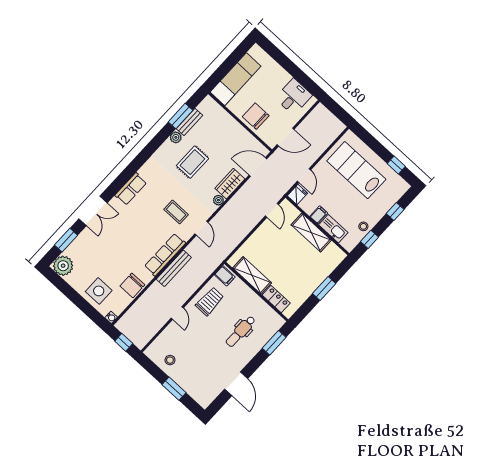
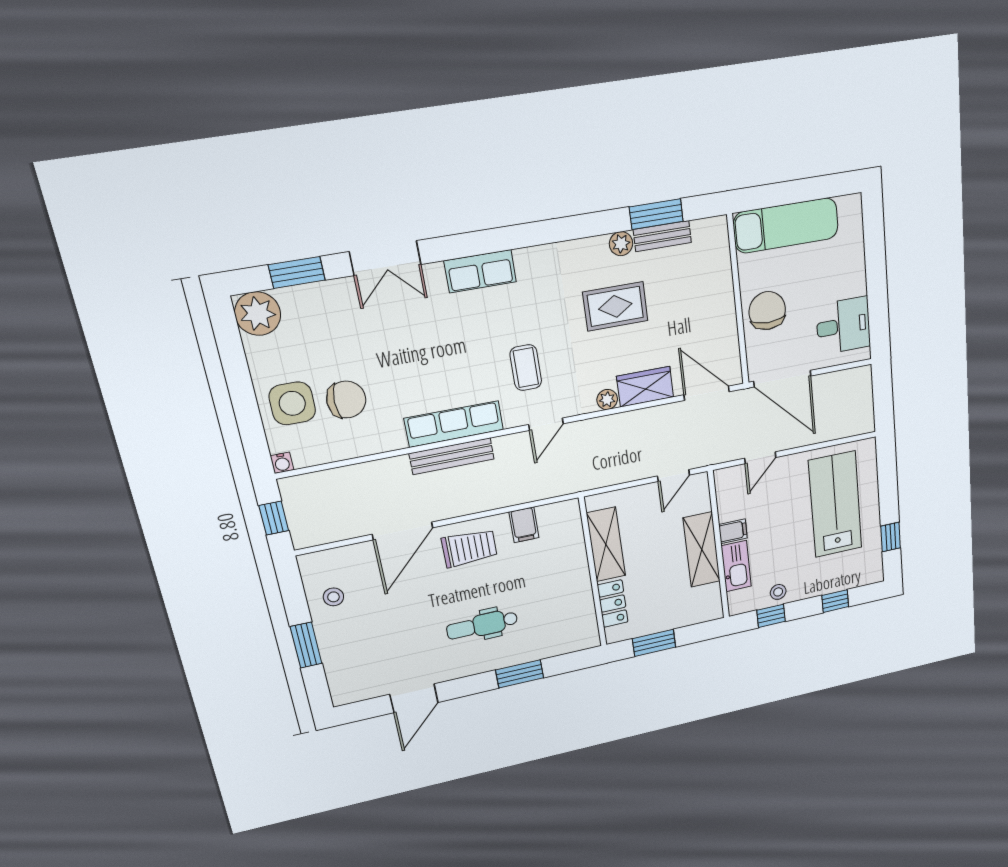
door: (286, 137) -> (782, 379), width x1.36
fridge: (297, 194) -> (728, 479), removed
shelving: (252, 275) -> (606, 544), moved
chair: (132, 285) -> (346, 400), moved, turned 180
wall: (256, 292) -> (593, 573), moved
locker: (276, 299) -> (613, 604), moved
door: (177, 313) -> (403, 531), width x1.88

